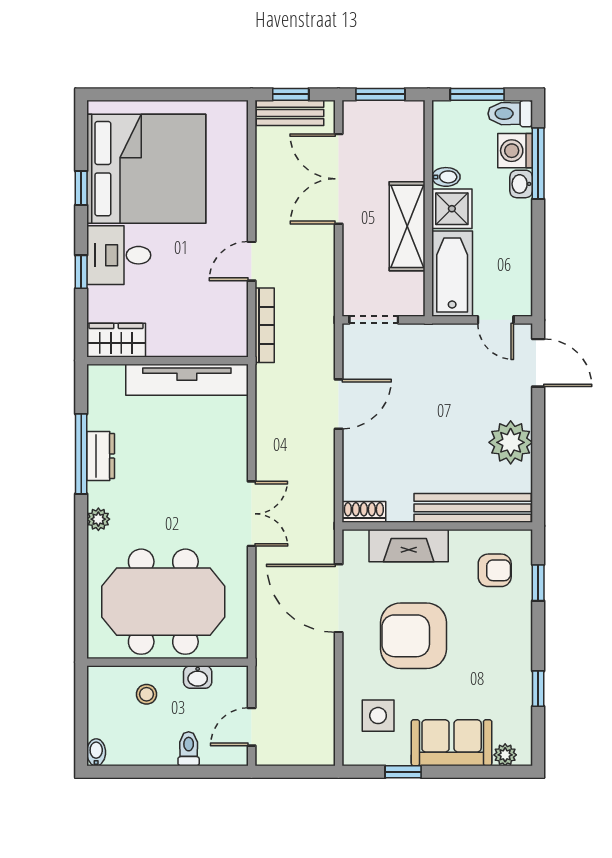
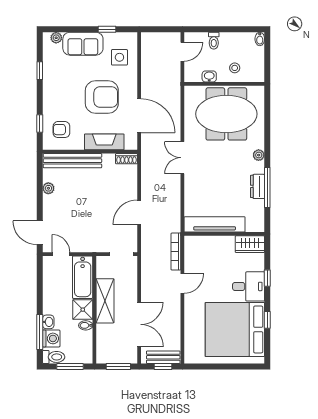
plant: (511, 442) -> (48, 188), width x0.53, depth x0.53

